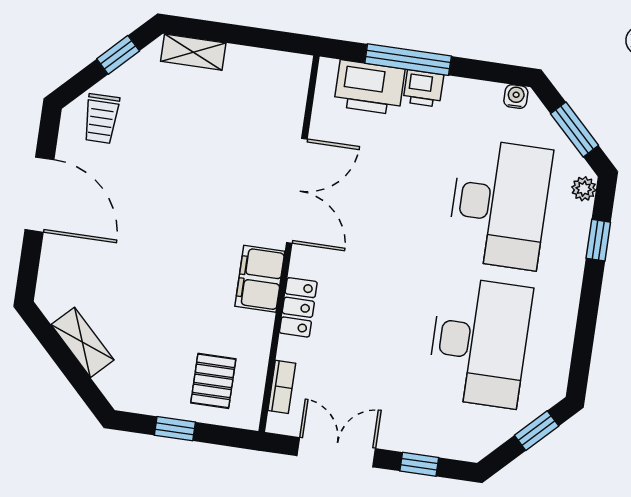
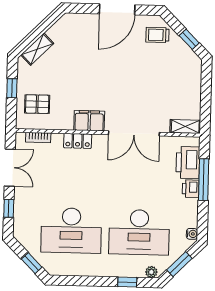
shelving: (193, 52) -> (185, 126), moved, turned 90
shelving: (82, 342) -> (37, 49), moved

